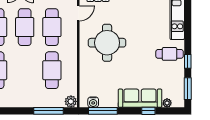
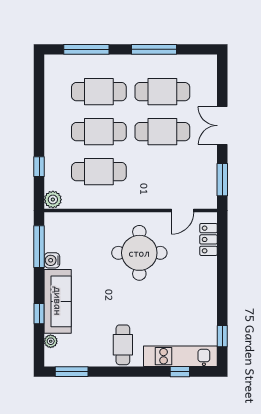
door: (78, 13) -> (183, 211), hinge flipped
cafe table: (52, 27) -> (99, 132), moved
window: (188, 61) -> (180, 372), moved
water cooler: (93, 102) -> (52, 260), moved
window: (48, 111) -> (39, 167), width x0.46

